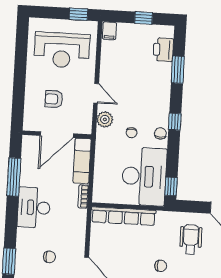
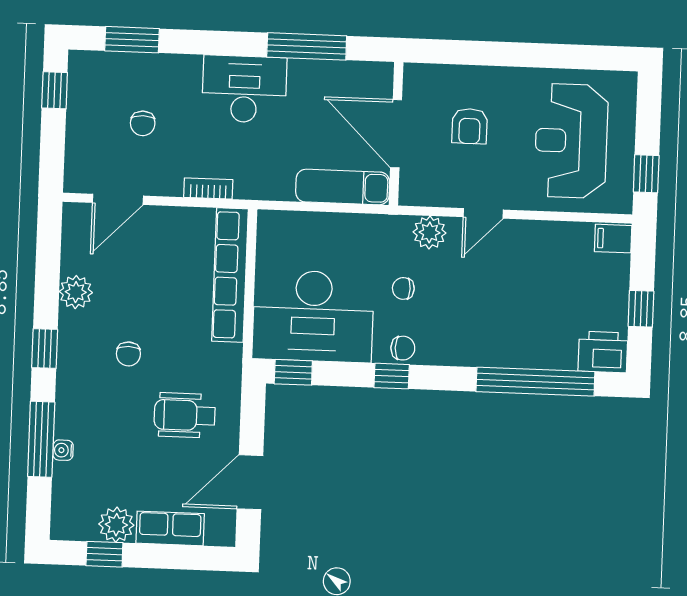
printer: (163, 50) -> (603, 352), moved
window: (178, 70) -> (535, 382), width x2.11
armchair: (54, 99) -> (470, 126), turned 180
window: (175, 122) -> (392, 376), moved
bookcase: (83, 196) -> (208, 189), moved
wheelchair: (191, 239) -> (185, 415), turned 180

